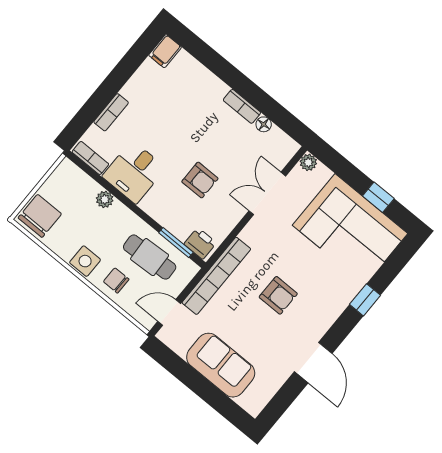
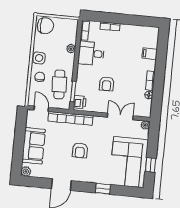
filing cabinet: (165, 51) -> (150, 54), moved
plant: (254, 405) -> (26, 171), added

